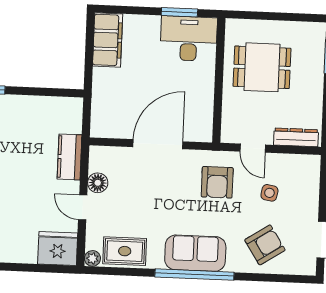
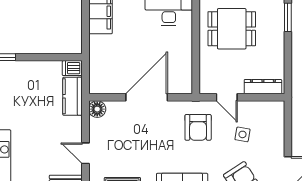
dishwasher: (71, 106) -> (72, 68), added
kitchen counter: (69, 157) -> (72, 96), moved
floor lamp: (98, 183) -> (97, 109), moved

